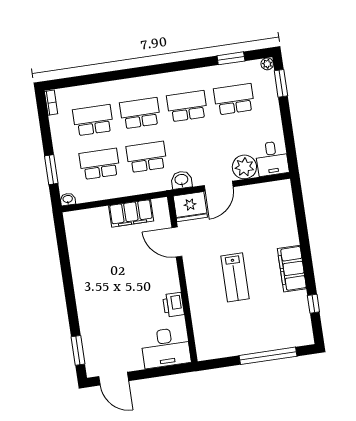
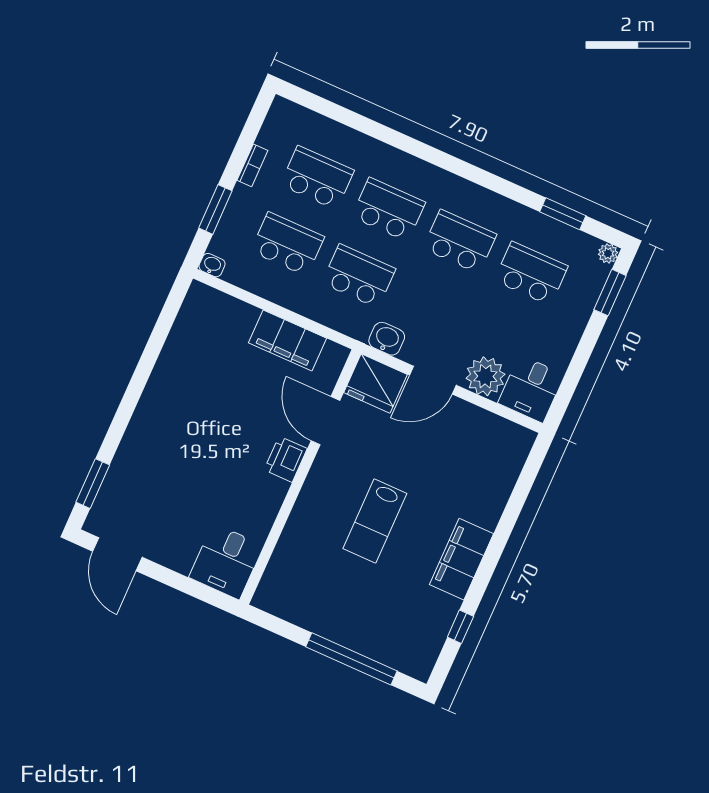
bookcase: (51, 103) -> (252, 165), moved
printer: (173, 305) -> (286, 459), moved
desk: (166, 348) -> (226, 561), width x0.73

